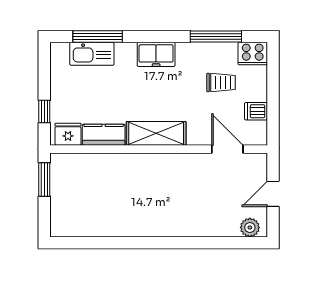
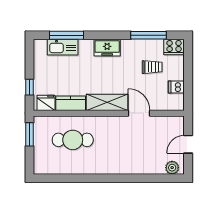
door: (227, 149) -> (139, 113), moved
cafe table: (107, 187) -> (73, 140), added

